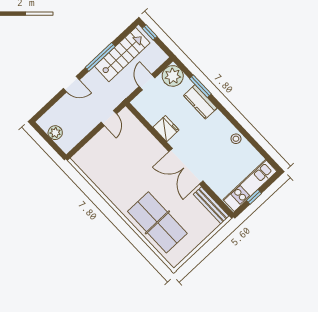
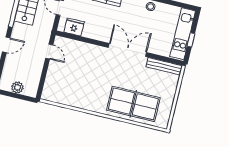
fridge: (166, 129) -> (74, 27), moved
double door: (186, 166) -> (128, 50), swing flipped

